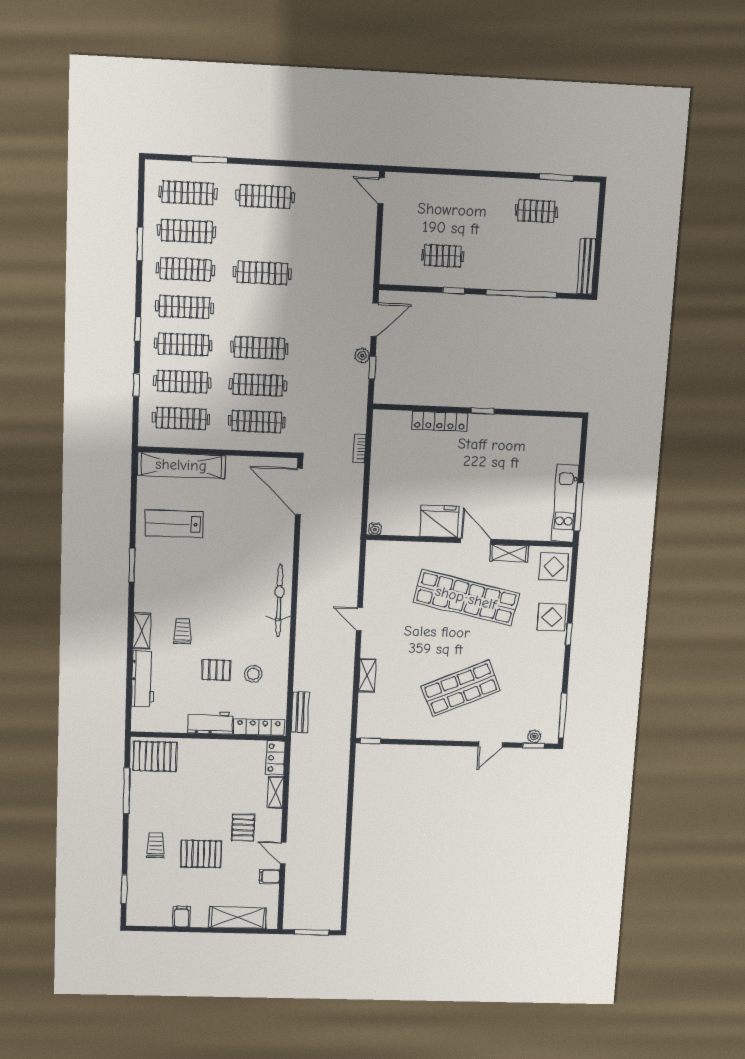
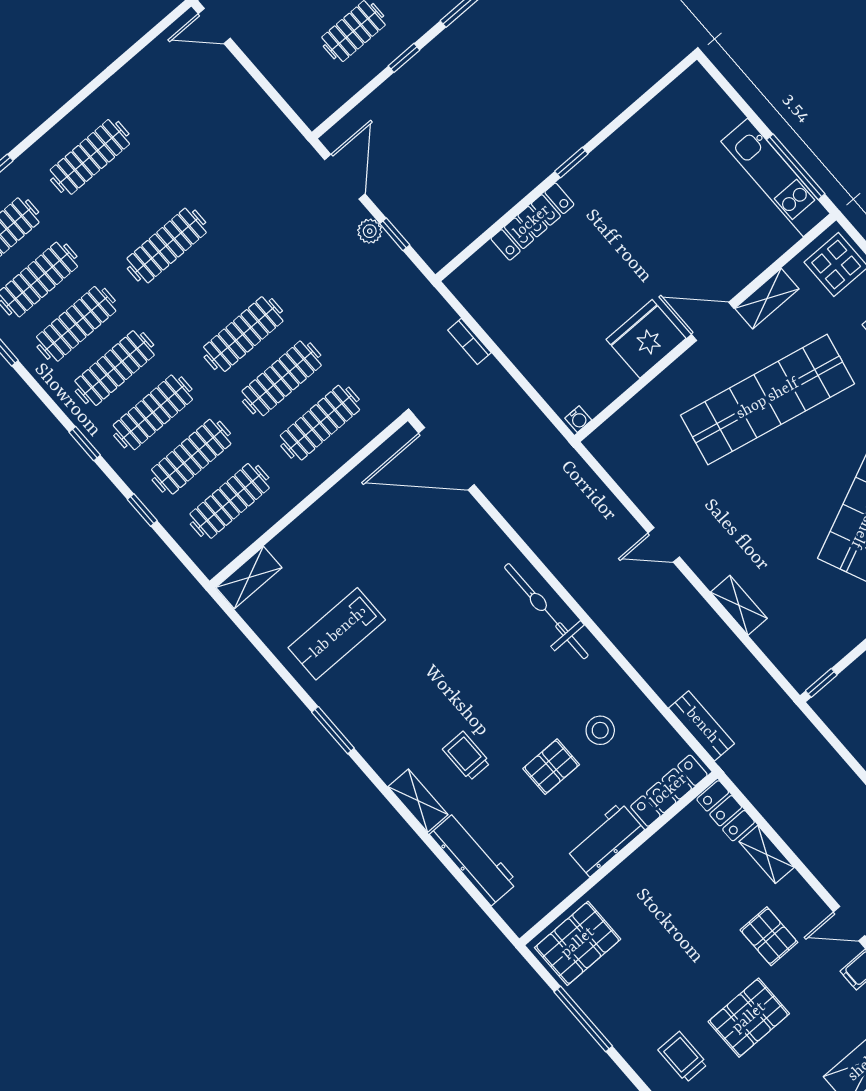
shelving: (181, 465) -> (249, 577), width x0.45, depth x0.75

